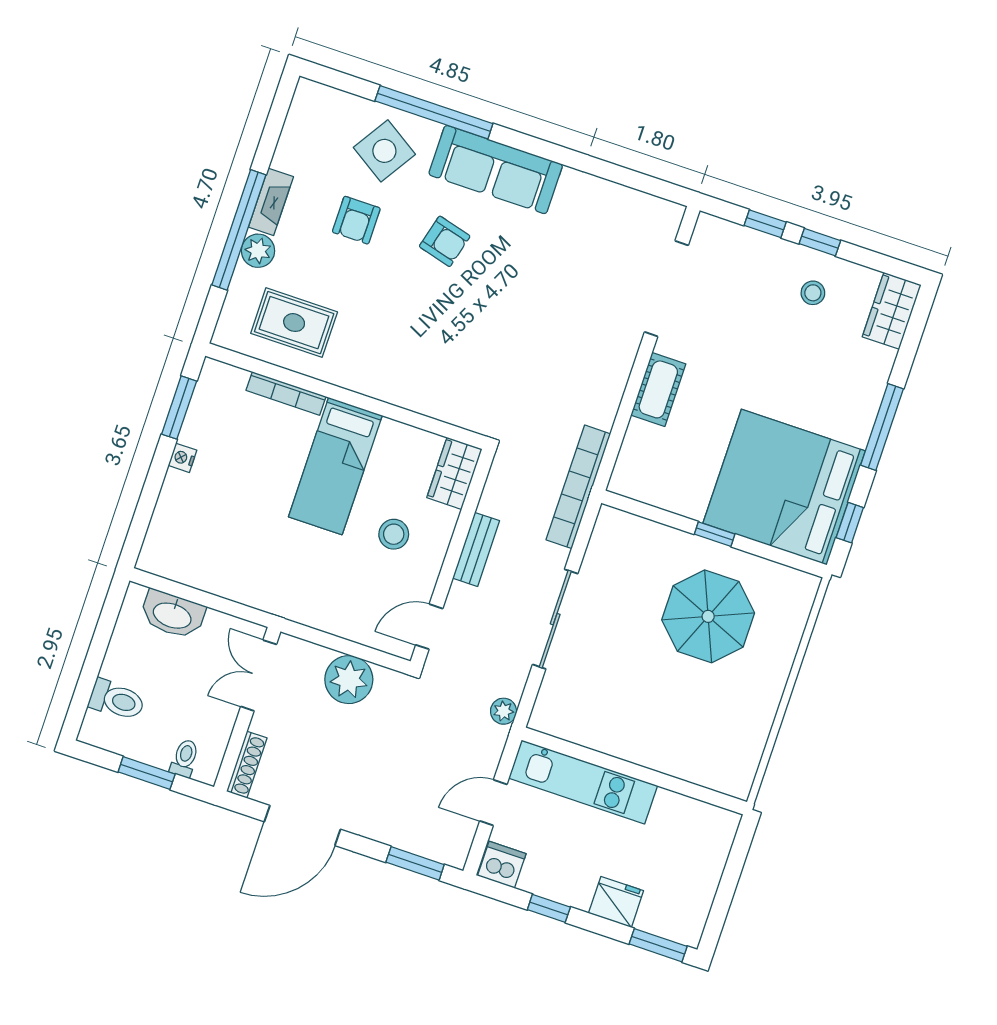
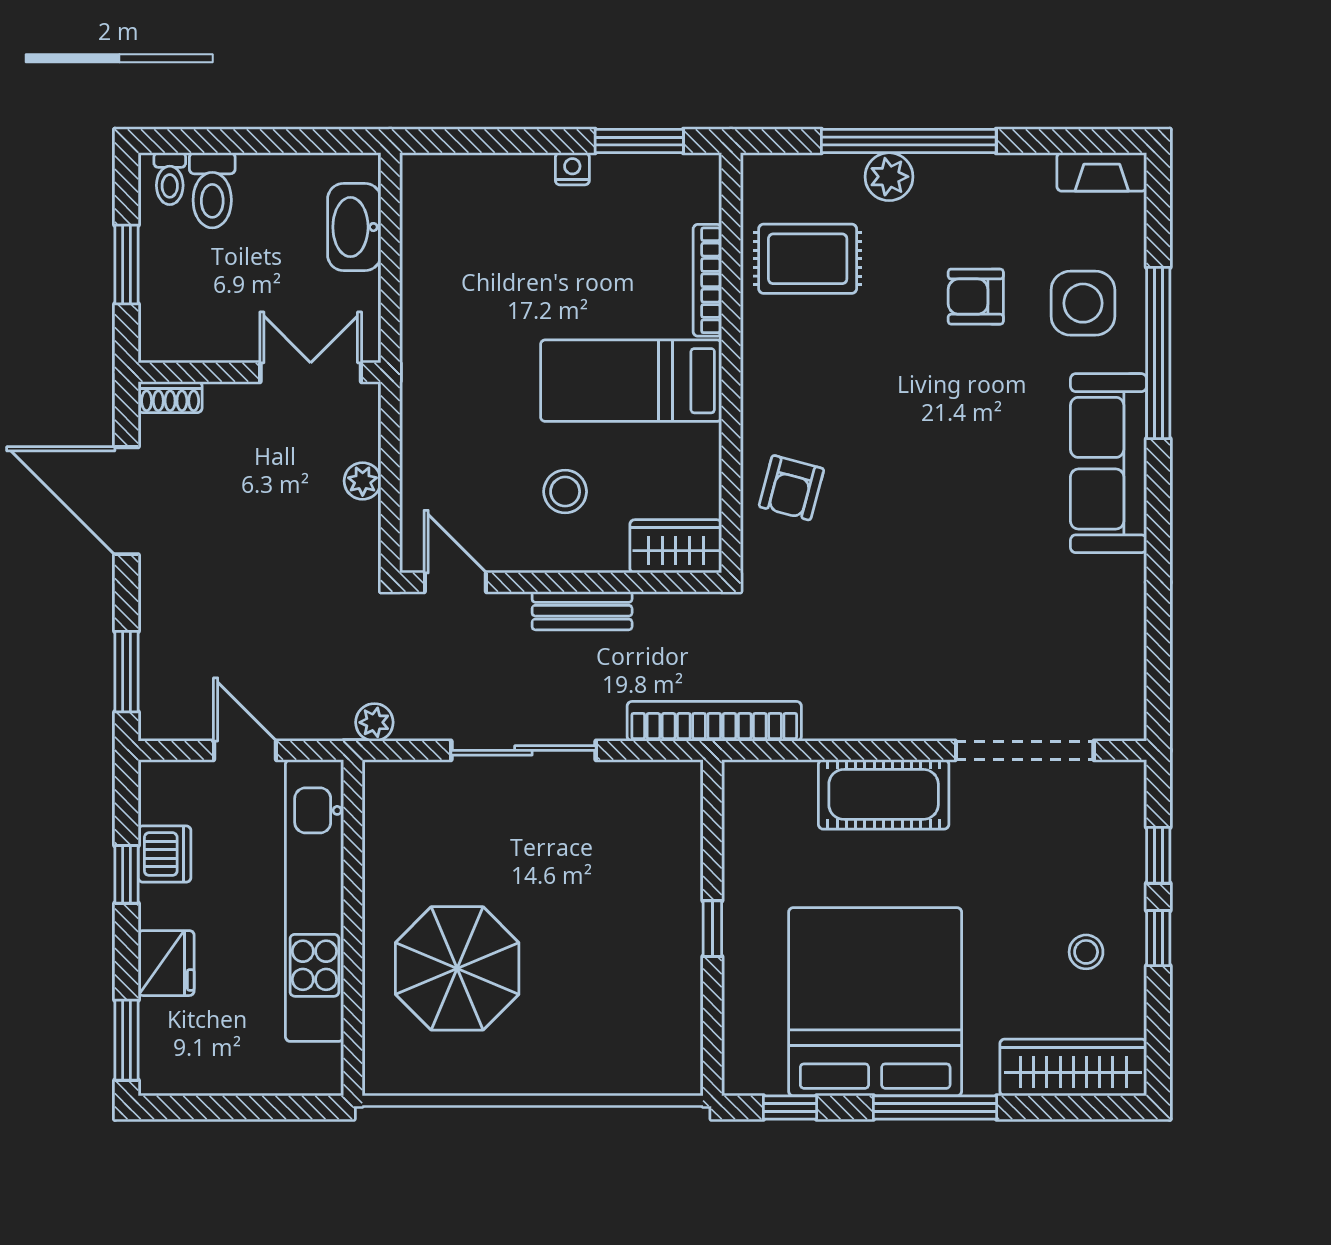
side table: (384, 151) -> (1083, 303), turned -33
fireplace: (271, 202) -> (1102, 172), moved
armchair: (445, 241) -> (791, 488), moved
wardrobe: (892, 311) -> (1073, 1067), width x1.50
rug: (294, 323) -> (808, 259), turned 90
cot: (658, 389) -> (884, 794), width x1.37, depth x1.34
bed: (784, 487) -> (875, 1002), moved
parasol: (708, 616) -> (457, 968), moved
plant: (349, 680) -> (363, 481), width x0.53, depth x0.53
toilet: (185, 758) -> (170, 179), moved, turned 90
shoe rack: (247, 765) -> (170, 397), width x0.70
kitchen unit: (583, 782) -> (314, 901), width x1.36
dishwasher: (502, 865) -> (164, 854), moved

